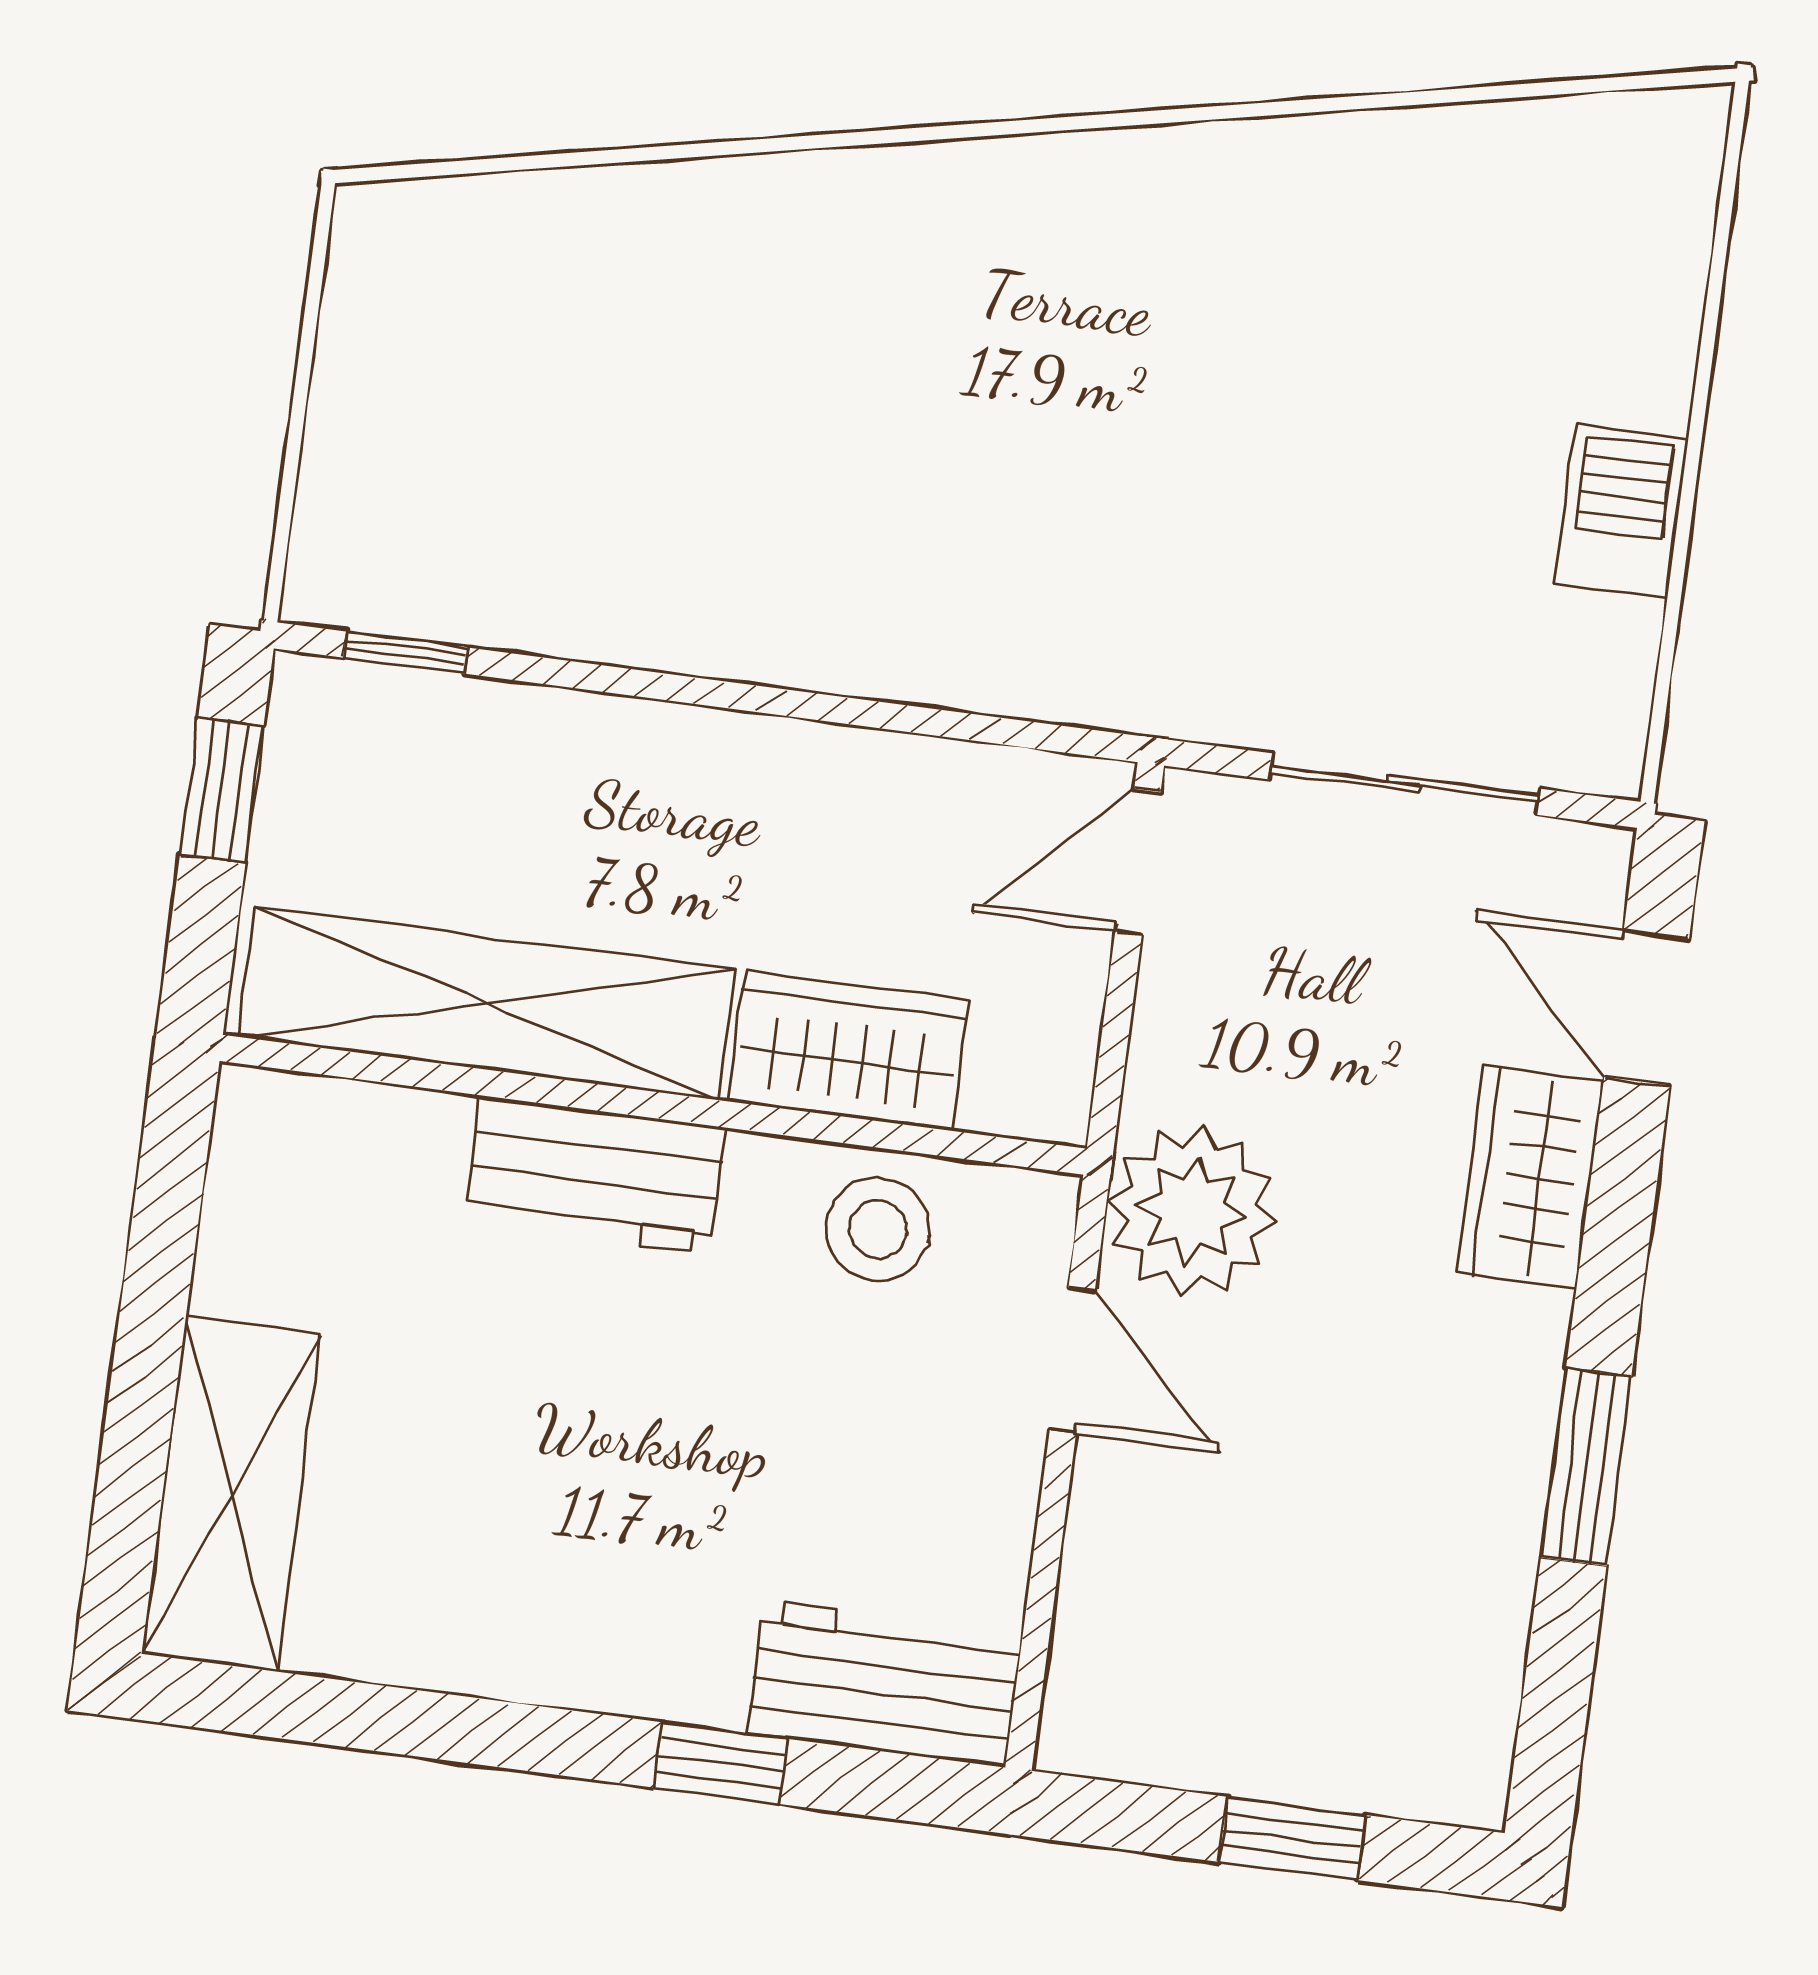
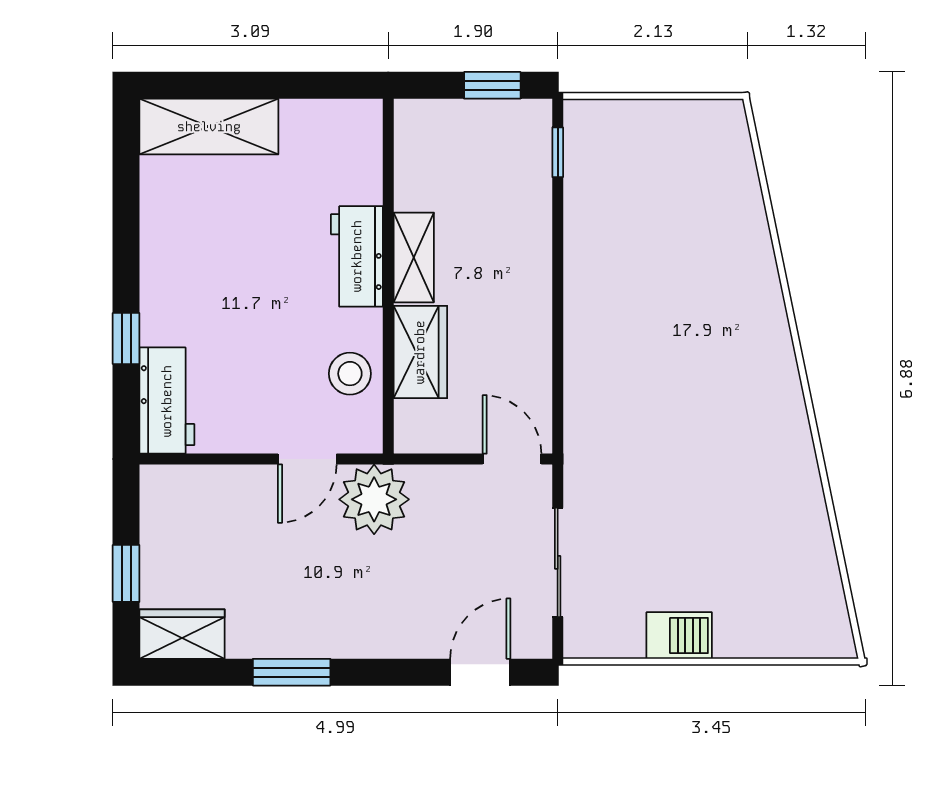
shelving: (487, 1003) -> (414, 257), width x0.45, depth x0.75
wardrobe: (1530, 1177) -> (182, 634), moved

